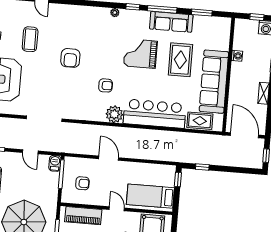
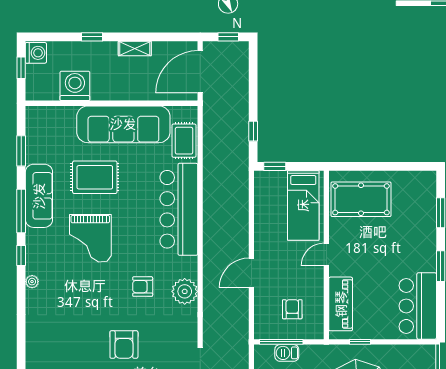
washing machine: (237, 56) -> (75, 86), width x1.89, depth x1.89
armchair: (70, 58) -> (124, 345), moved, turned 90
armchair: (106, 85) -> (143, 287), turned -90
plant: (114, 114) -> (185, 291), moved
barbecue: (55, 163) -> (287, 353), moved

